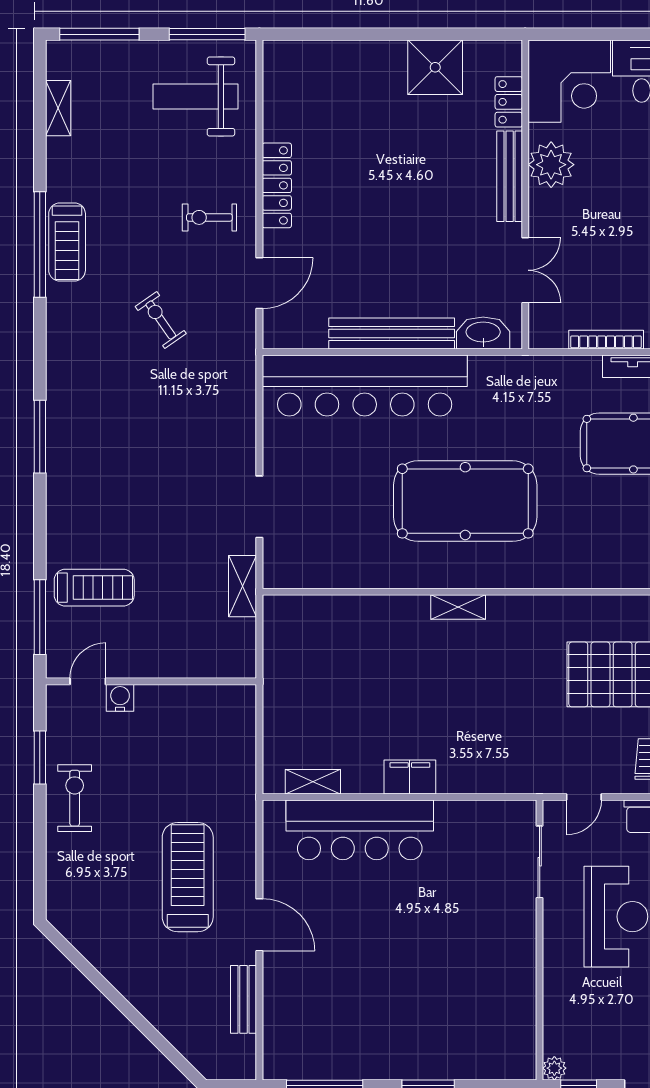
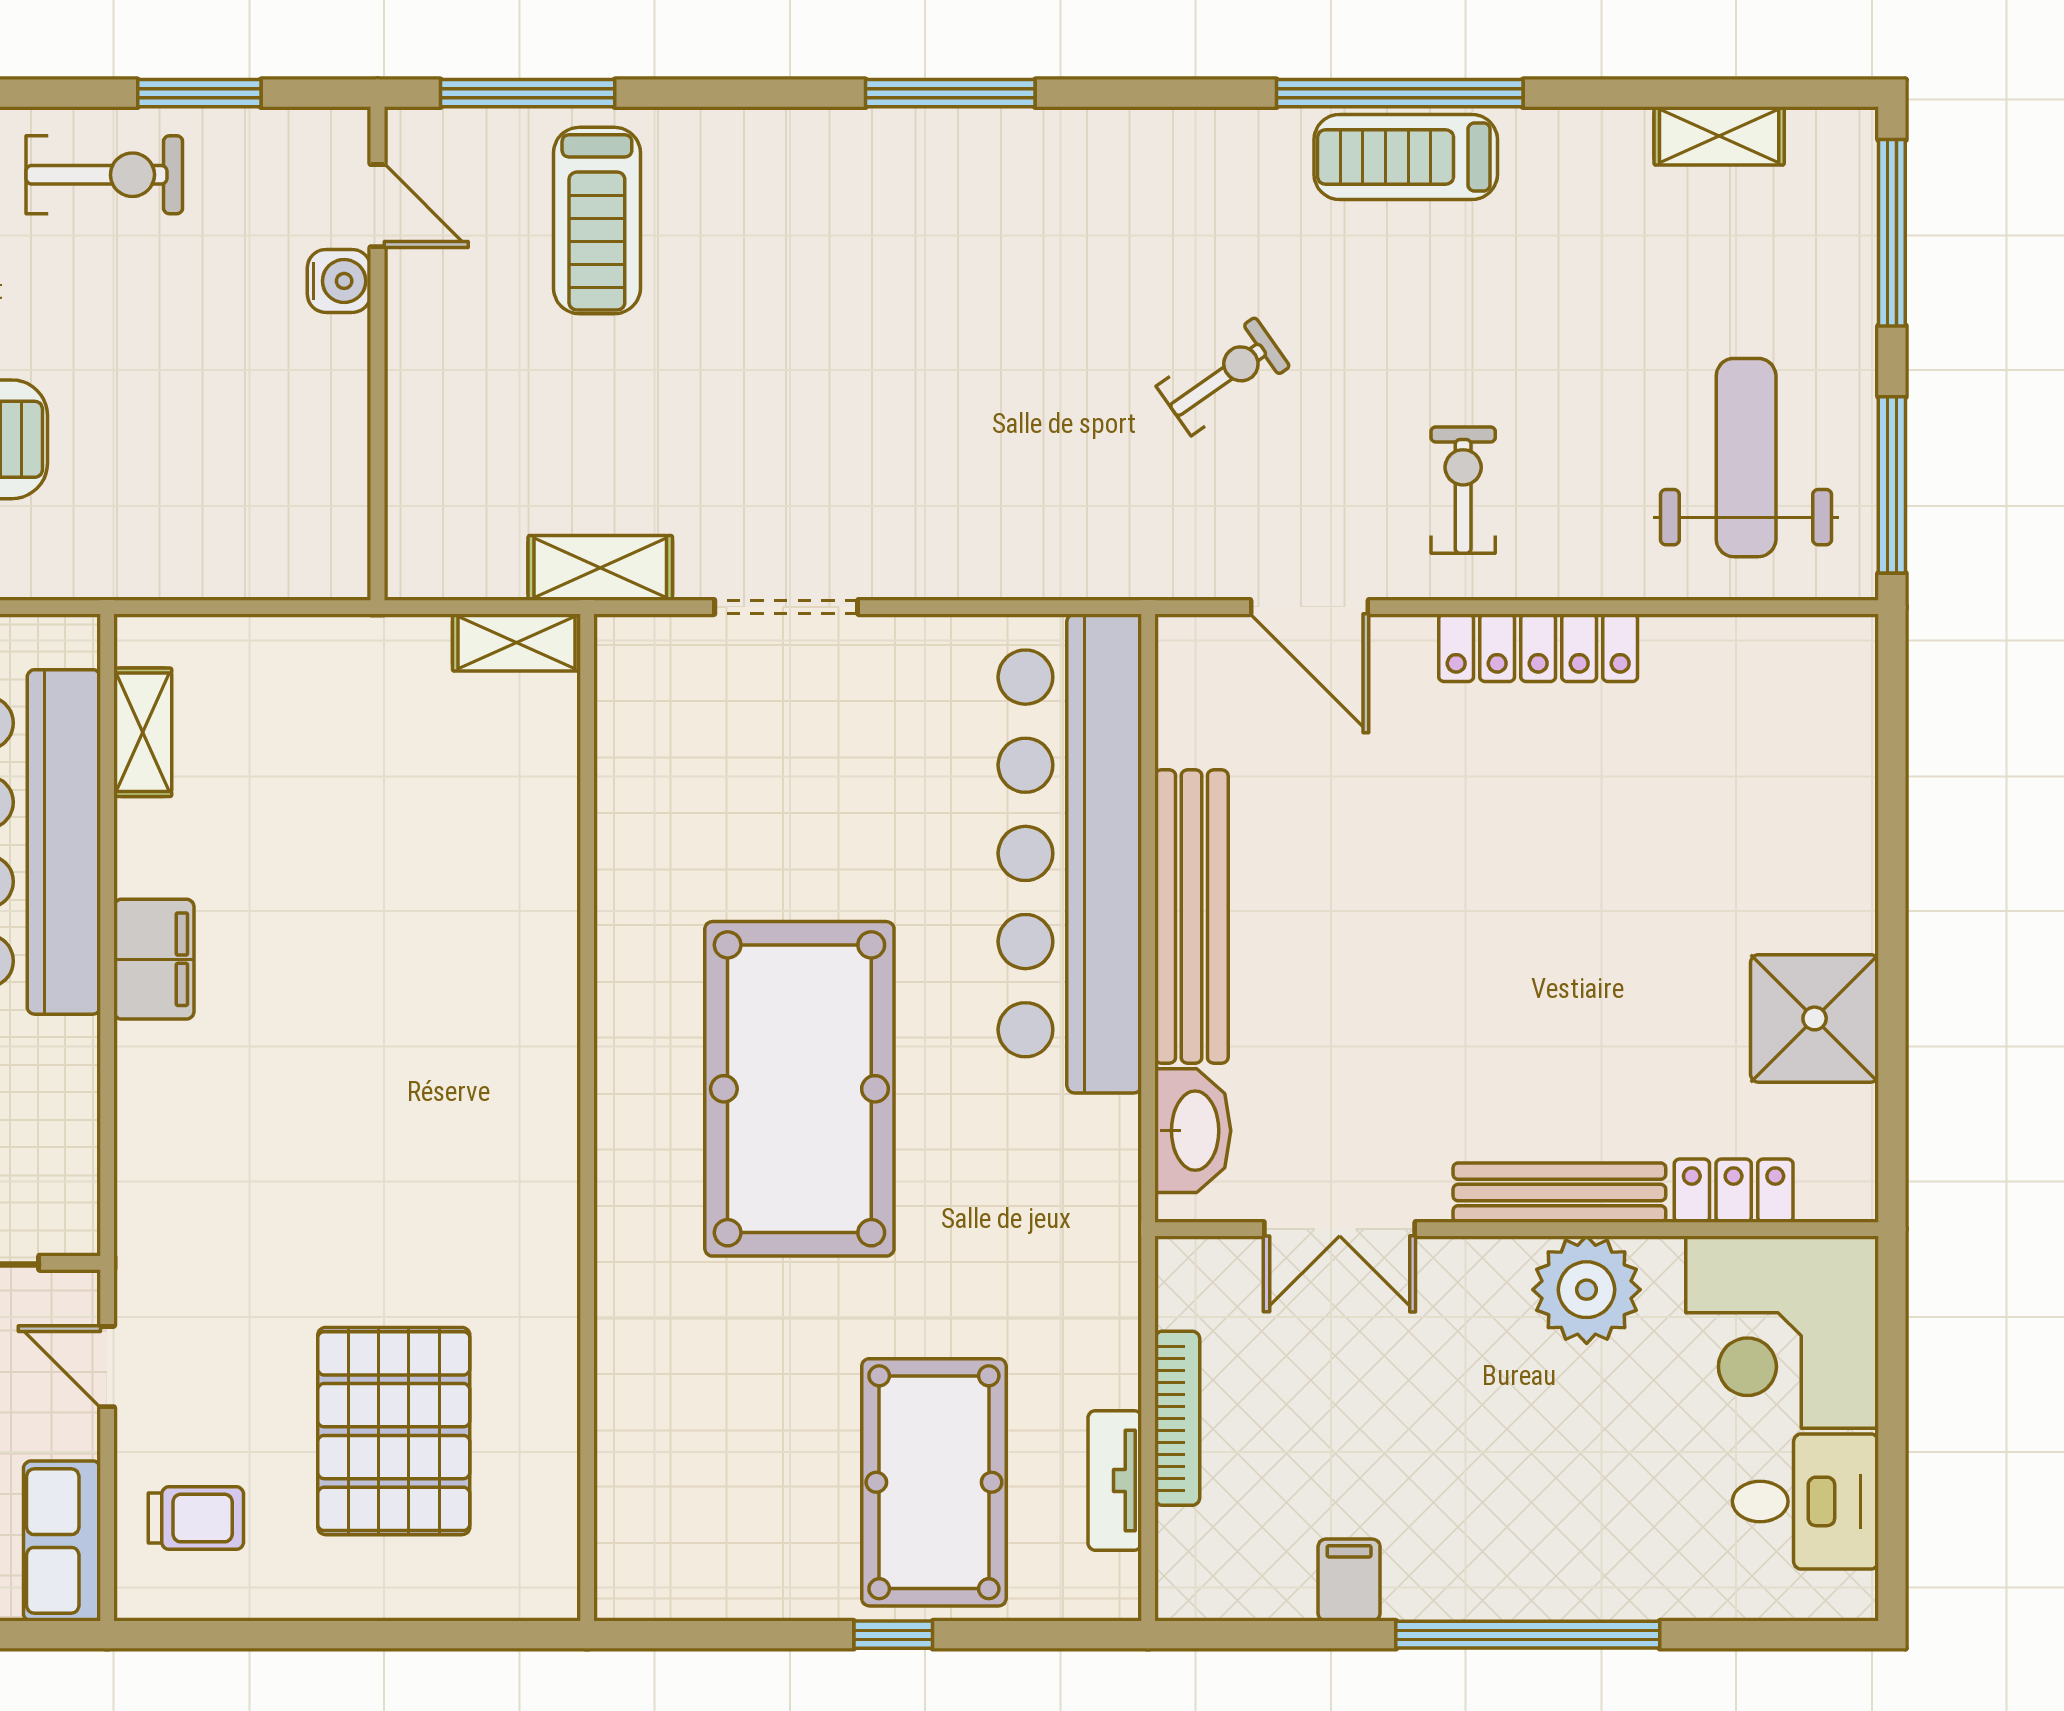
shelving: (458, 607) -> (516, 643), moved, turned 90

